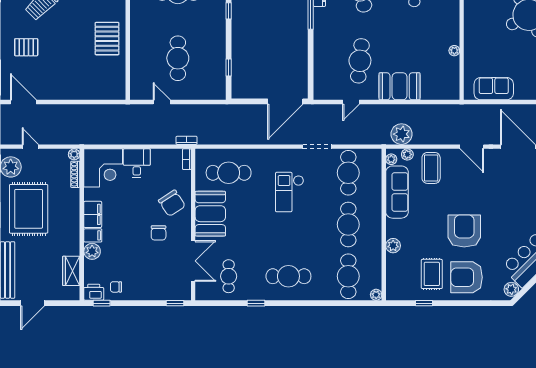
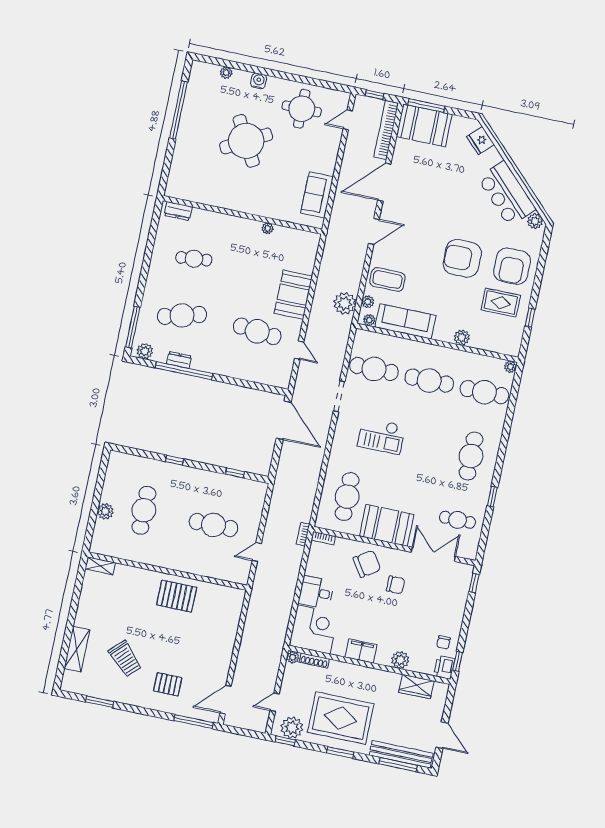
pallet: (26, 47) -> (168, 684), turned 90
filing cabinet: (93, 235) -> (383, 655), removed

